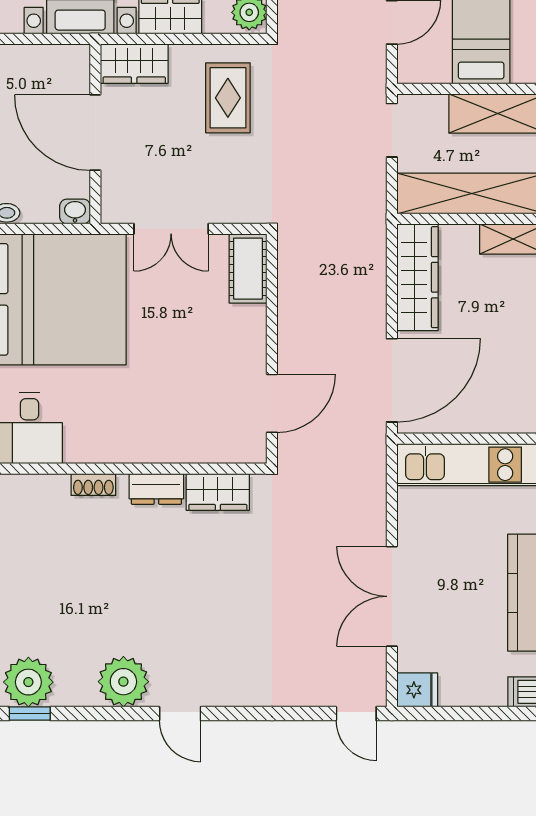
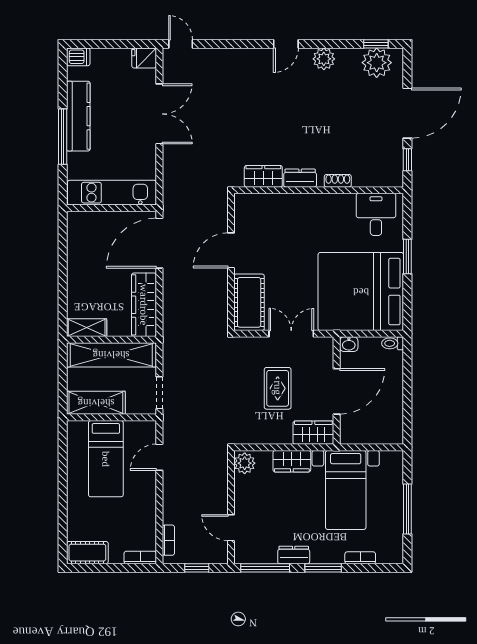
rug: (228, 98) -> (278, 388), moved
door: (95, 133) -> (337, 391), hinge flipped
cot: (248, 269) -> (249, 302), width x1.37, depth x1.34
door: (272, 403) -> (231, 250), moved
plant: (123, 682) -> (324, 59), width x0.73, depth x0.73
door: (180, 714) -> (286, 44), swing flipped

